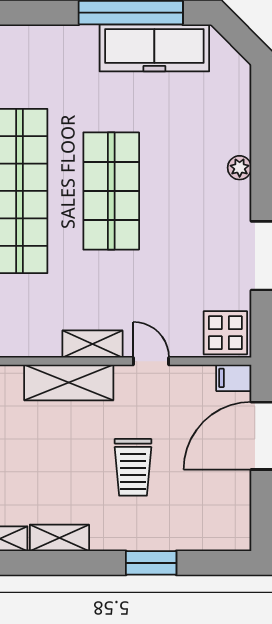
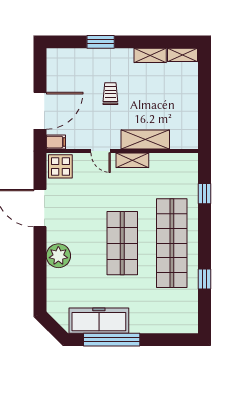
plant: (240, 168) -> (58, 256), width x1.88, depth x1.88
trolley: (133, 467) -> (110, 94), width x0.73, depth x0.72

